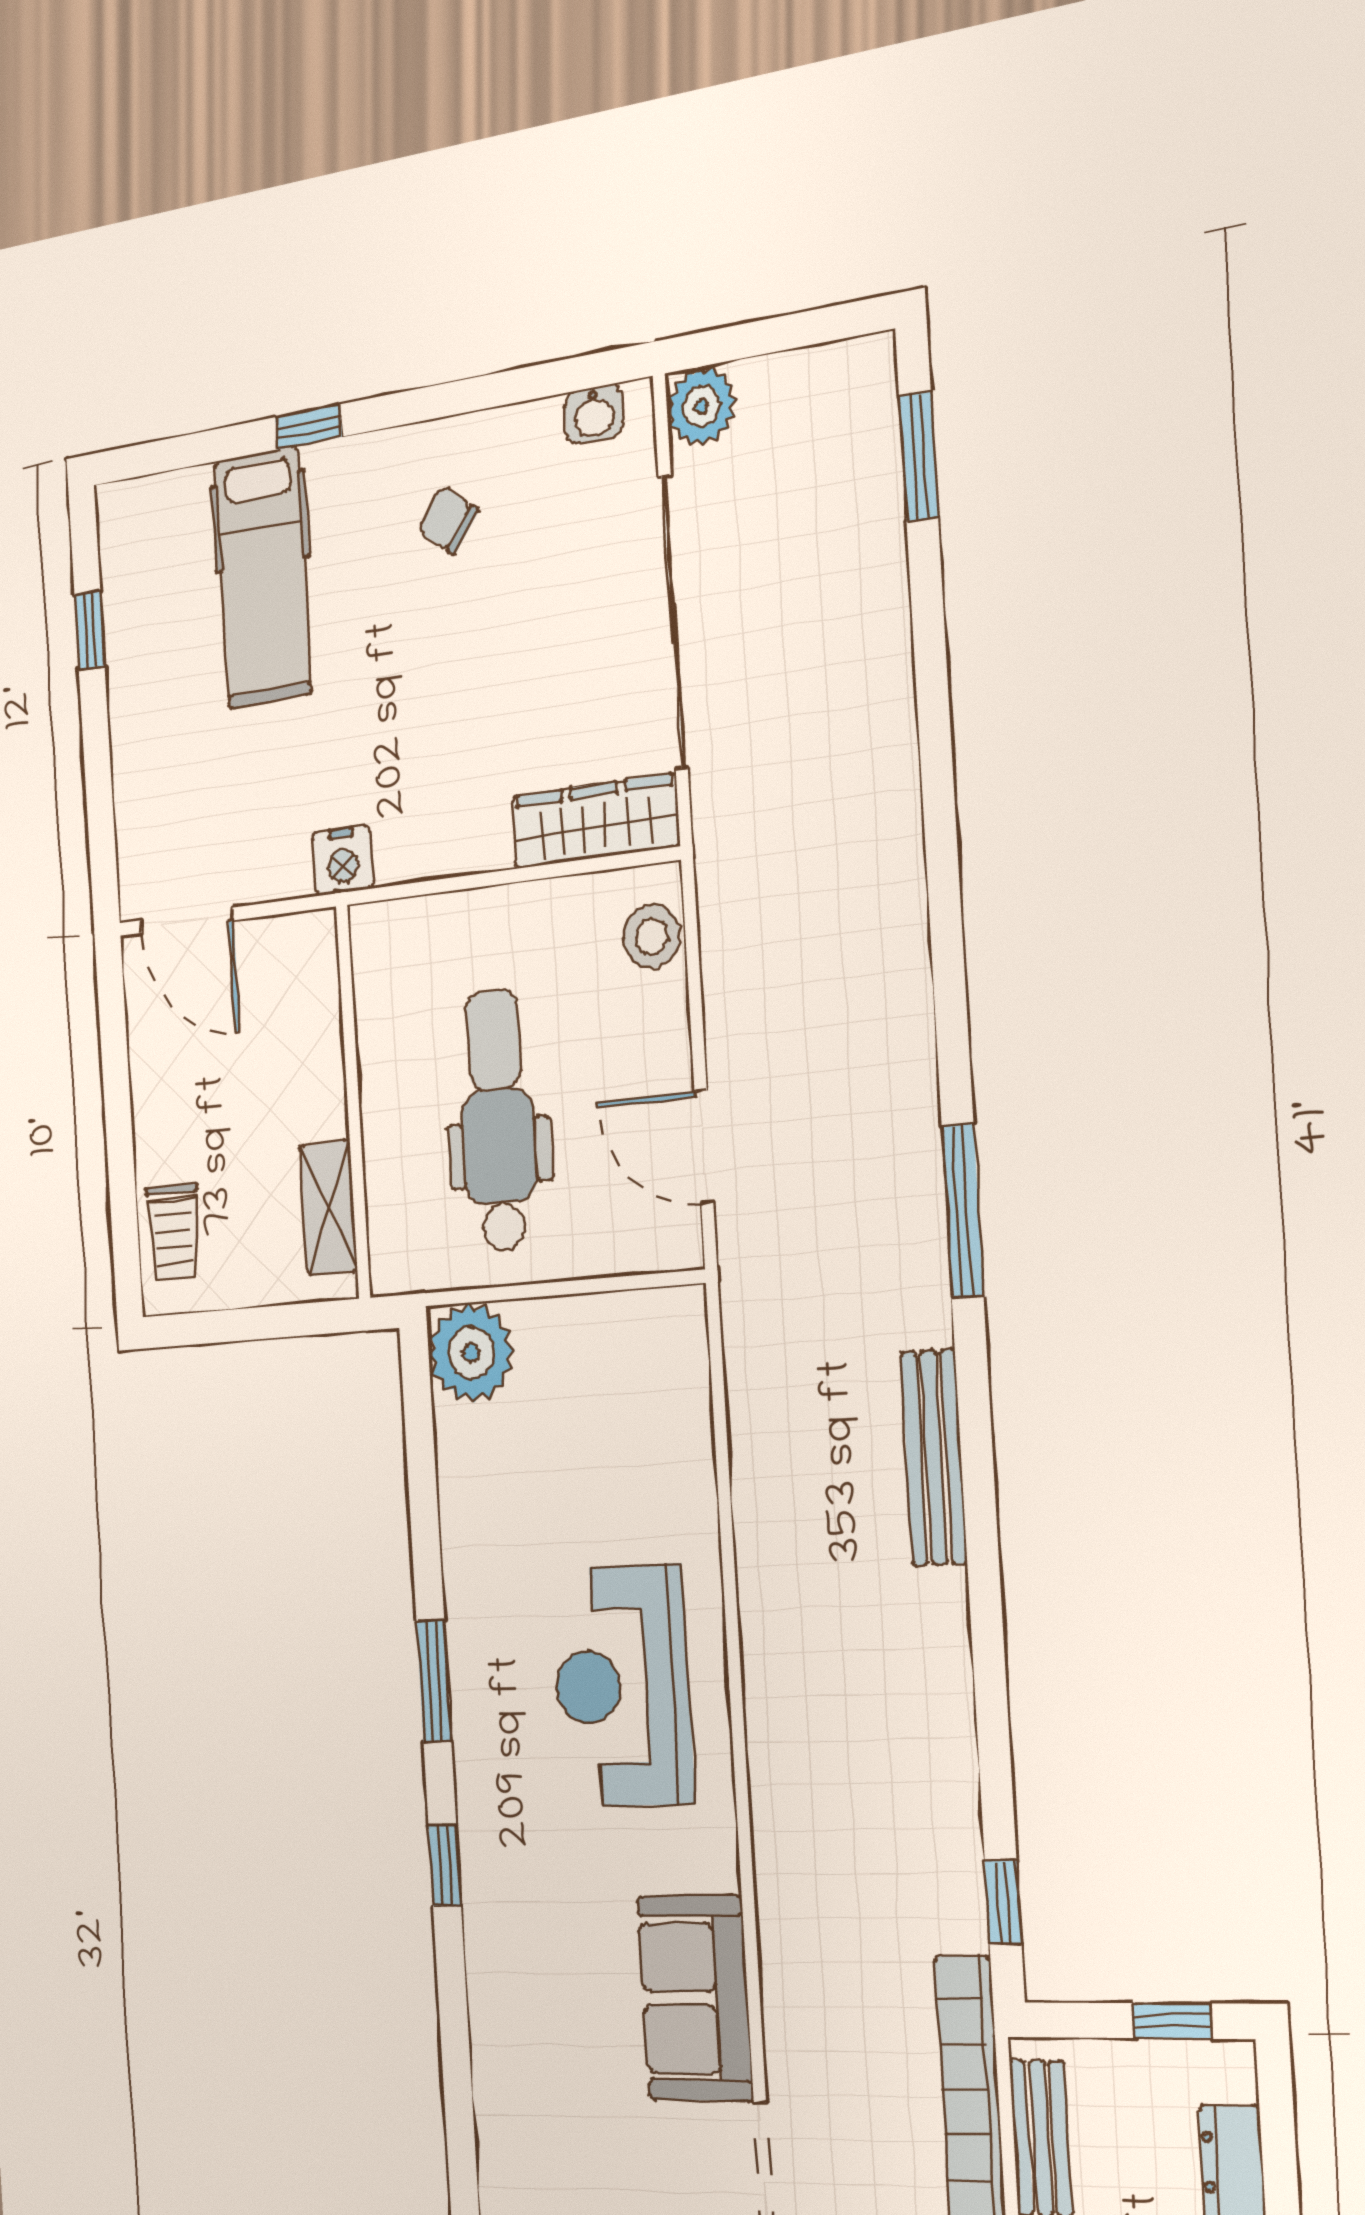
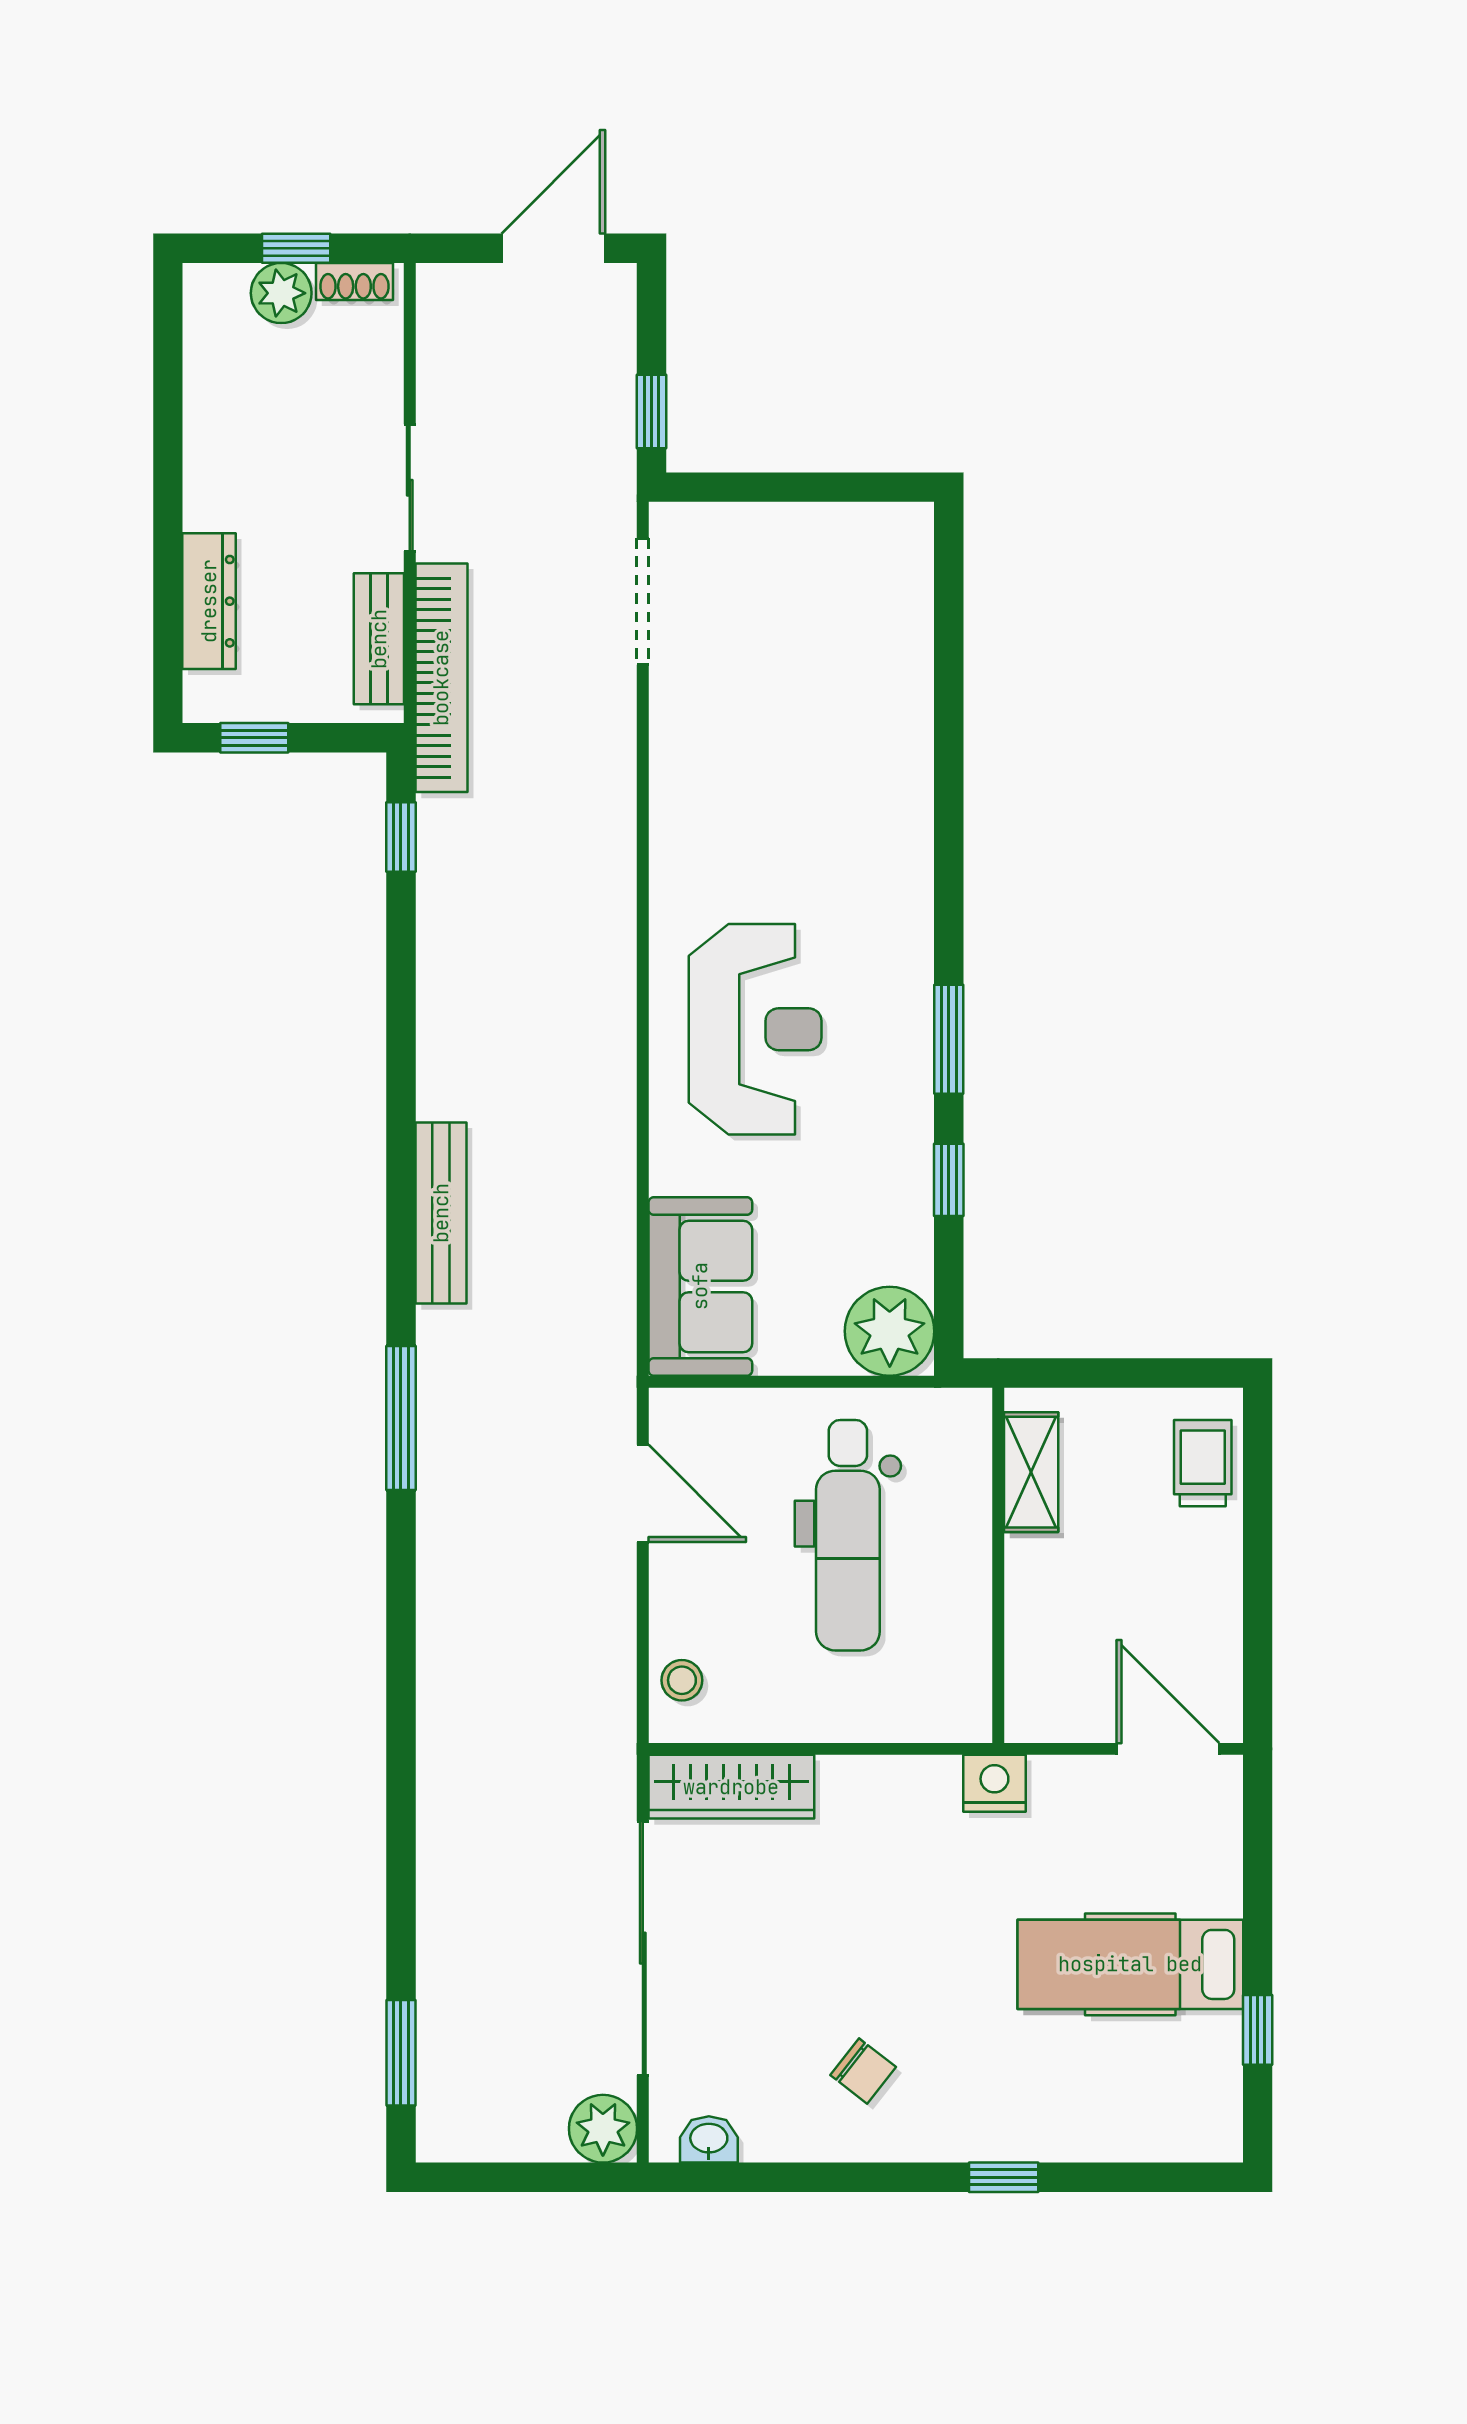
hospital bed: (263, 577) -> (1130, 1964), moved, turned -90
stool: (652, 936) -> (682, 1680), width x0.73, depth x0.73
window: (445, 1865) -> (949, 1180), moved
sofa: (695, 1998) -> (700, 1286), moved

